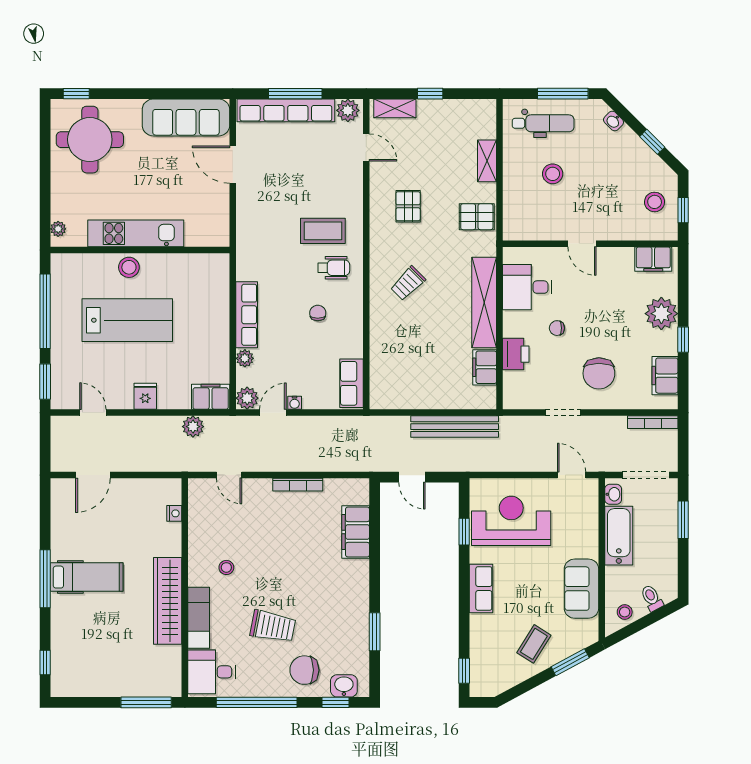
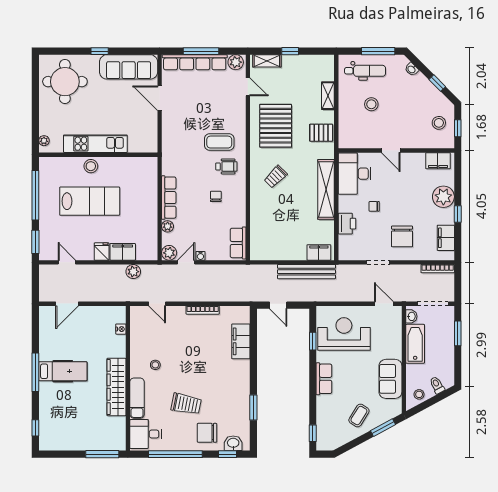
window: (76, 94) -> (100, 51), moved
pallet: (408, 206) -> (276, 126), width x2.05, depth x2.00
desk: (527, 287) -> (355, 174), width x1.37
filing cabinet: (485, 367) -> (319, 252), moved, turned 90
filing cabinet: (211, 397) -> (123, 252), moved

